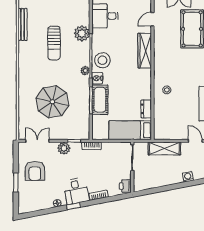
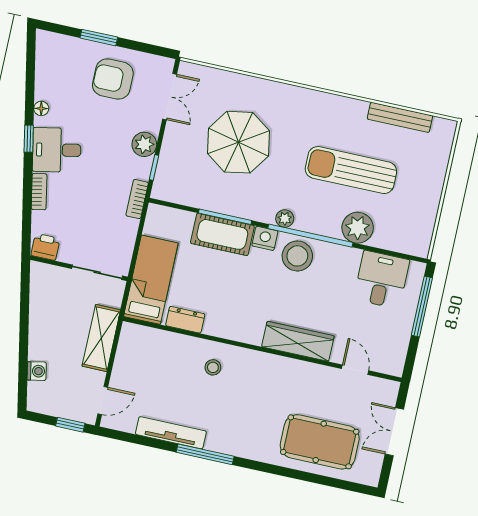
sun lounger: (54, 43) -> (351, 170), width x1.36, depth x1.34

